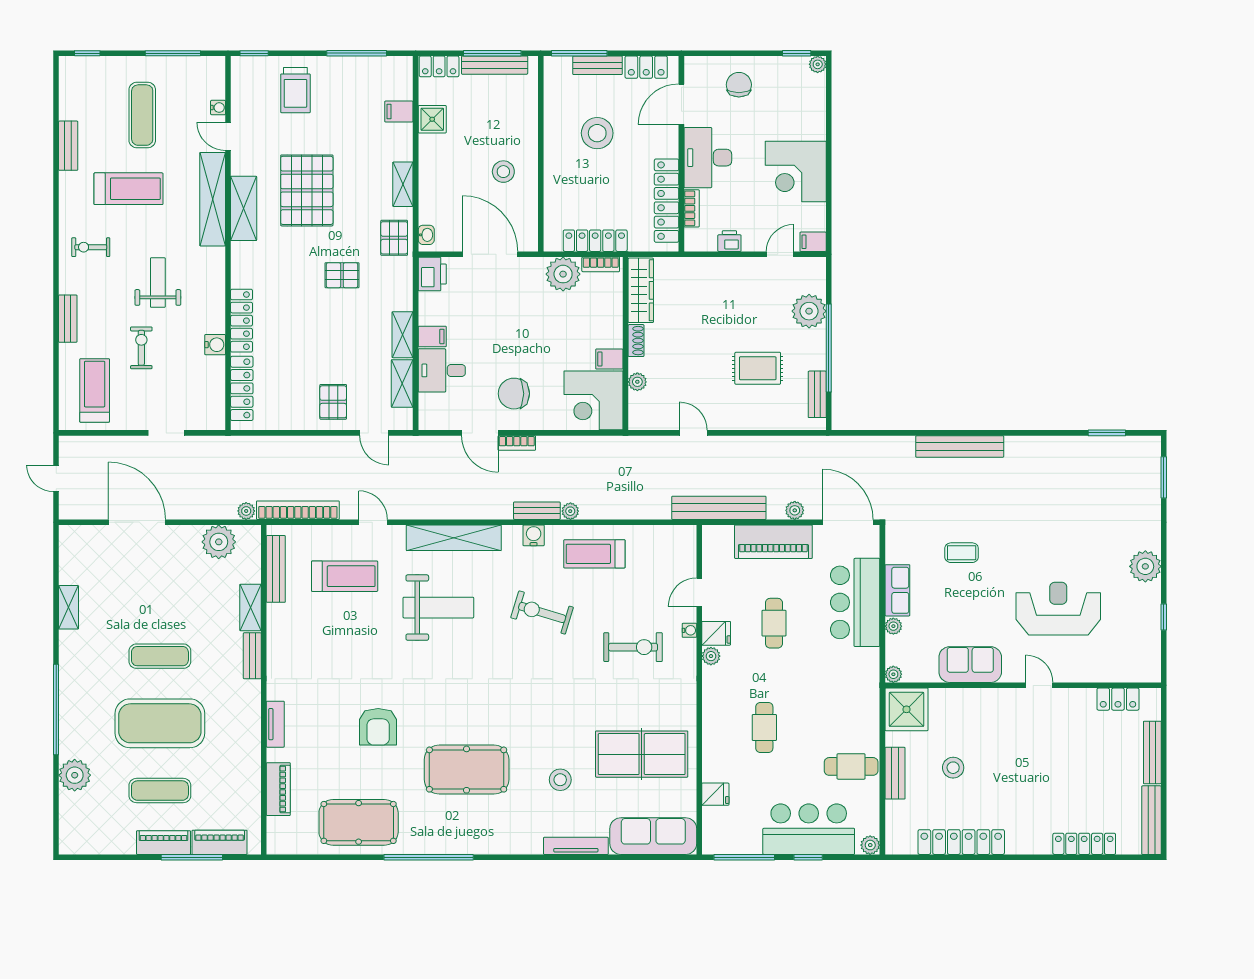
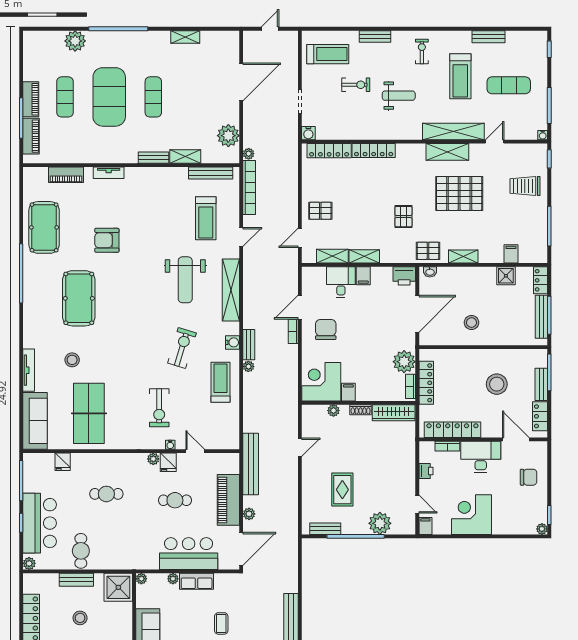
water cooler: (218, 108) -> (543, 135), moved
water cooler: (215, 345) -> (308, 133), moved

